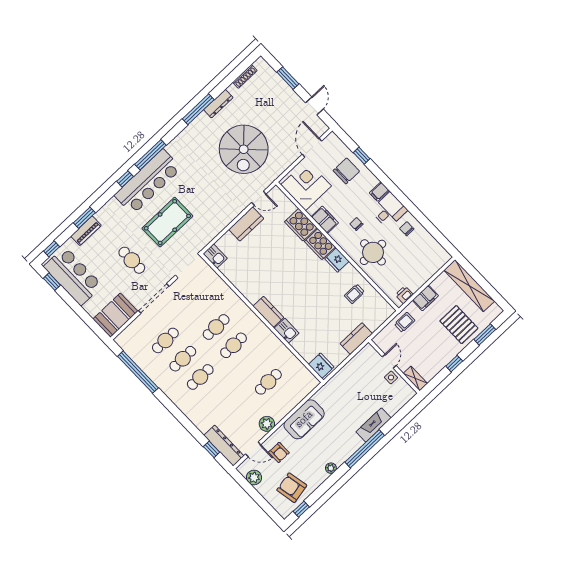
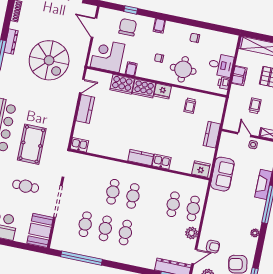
desk: (389, 210) -> (221, 65), moved, turned 90
filing cabinet: (325, 220) -> (131, 69), width x0.50
trolley: (405, 322) -> (255, 106), moved
cafe table: (286, 400) -> (193, 208), added
sofa: (304, 419) -> (222, 174), moved

